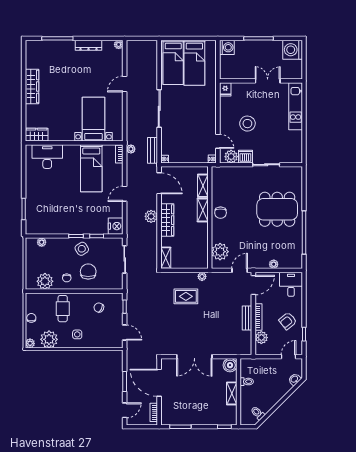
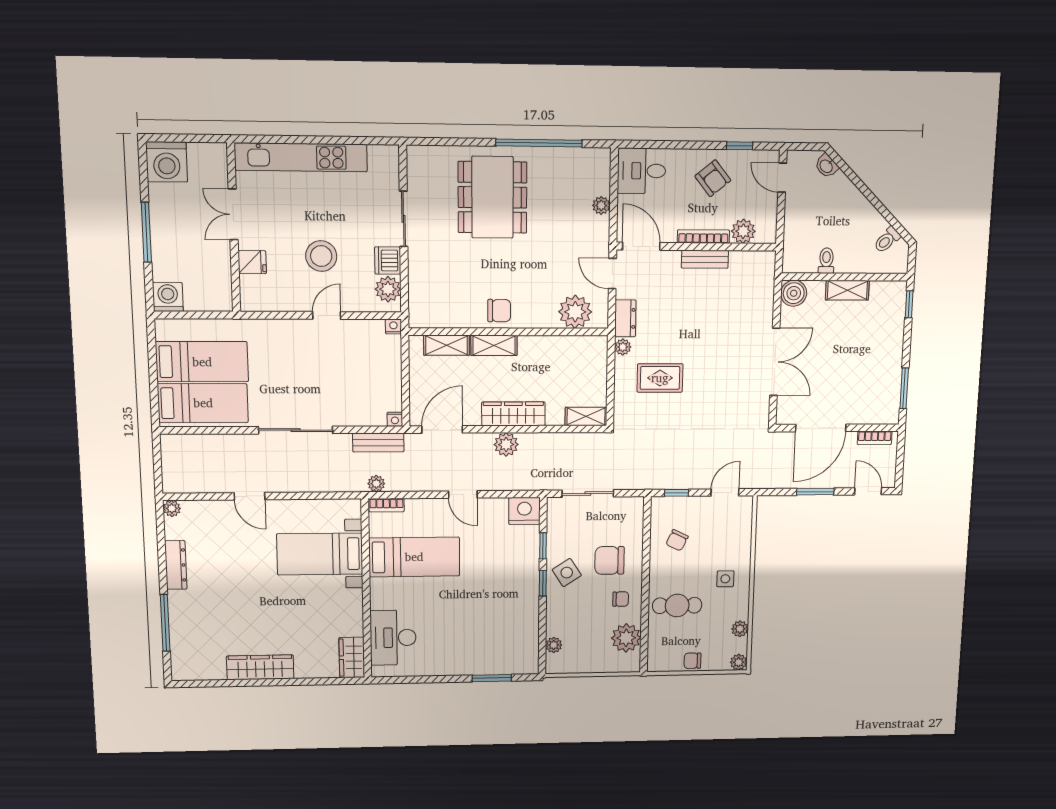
fridge: (225, 89) -> (252, 262), moved
kitchen unit: (296, 106) -> (301, 157), width x1.36
door: (218, 141) -> (327, 315), moved
dresser: (217, 278) -> (625, 318), added
rug: (186, 296) -> (660, 378), turned 90
plant: (49, 339) -> (740, 629), width x0.53, depth x0.53

